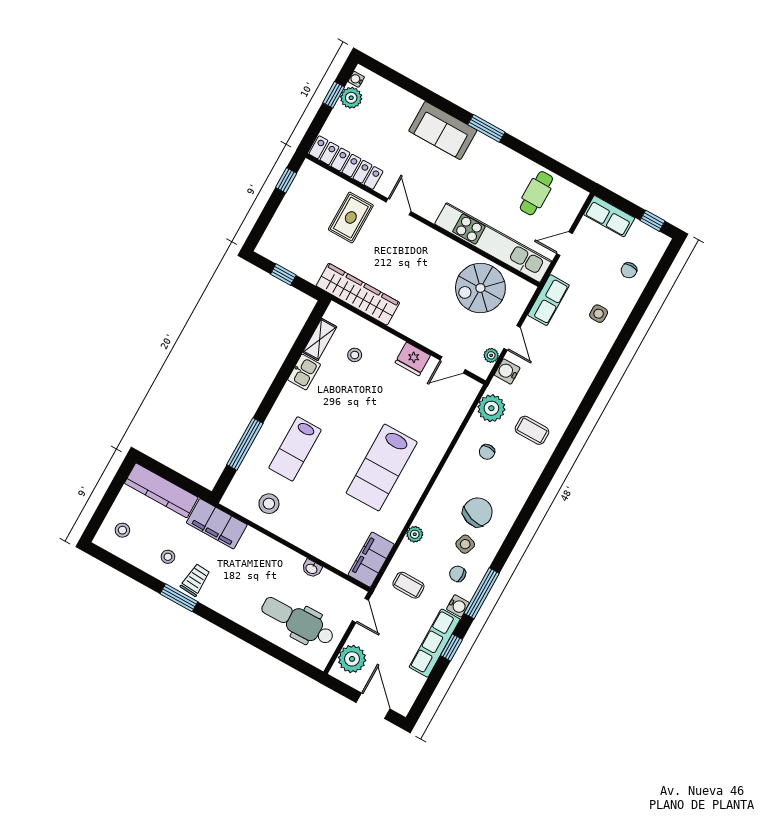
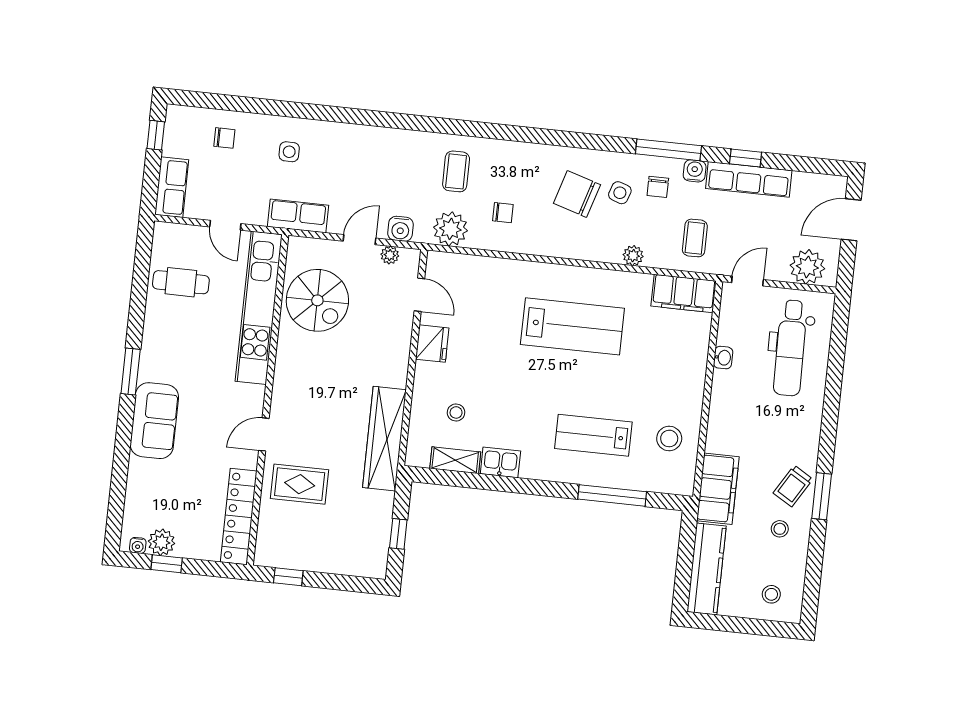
lab bench: (295, 449) -> (593, 435), turned 180
trolley: (195, 580) -> (793, 486), turned -63

